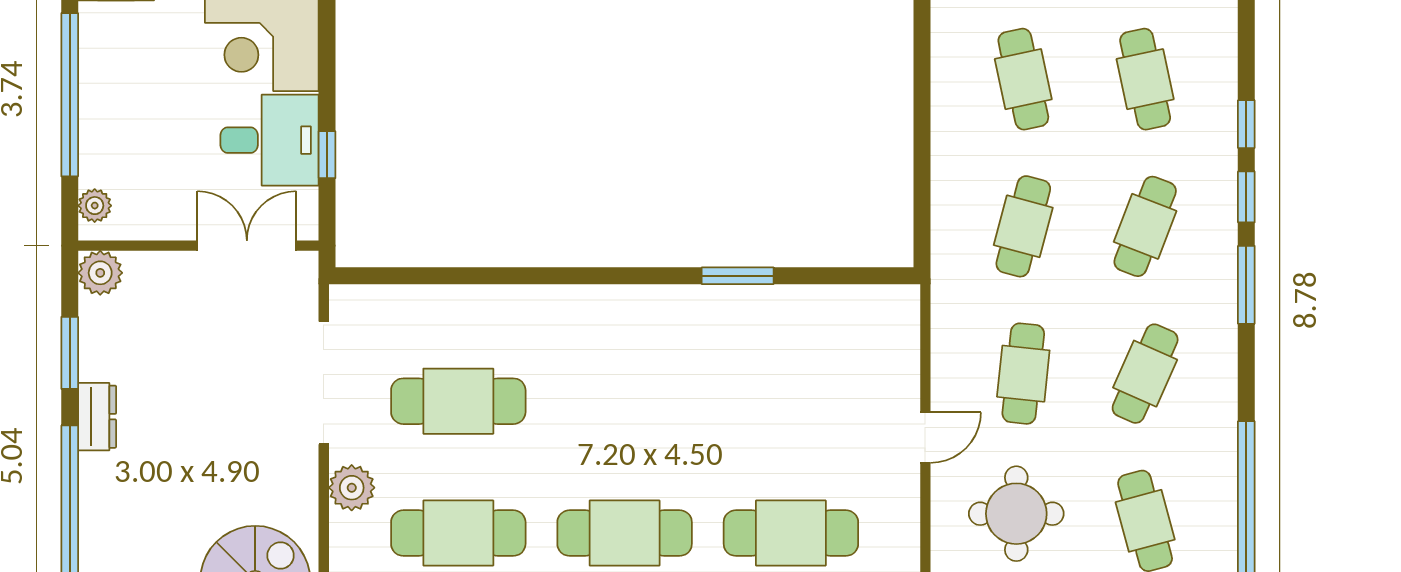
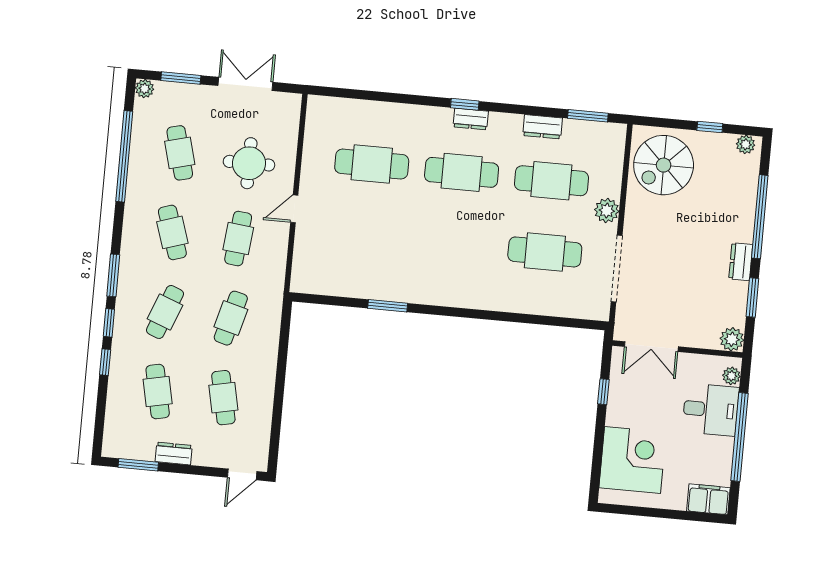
desk: (270, 140) -> (711, 410), moved, turned 180
cafe table: (1145, 374) -> (172, 232), turned -42

